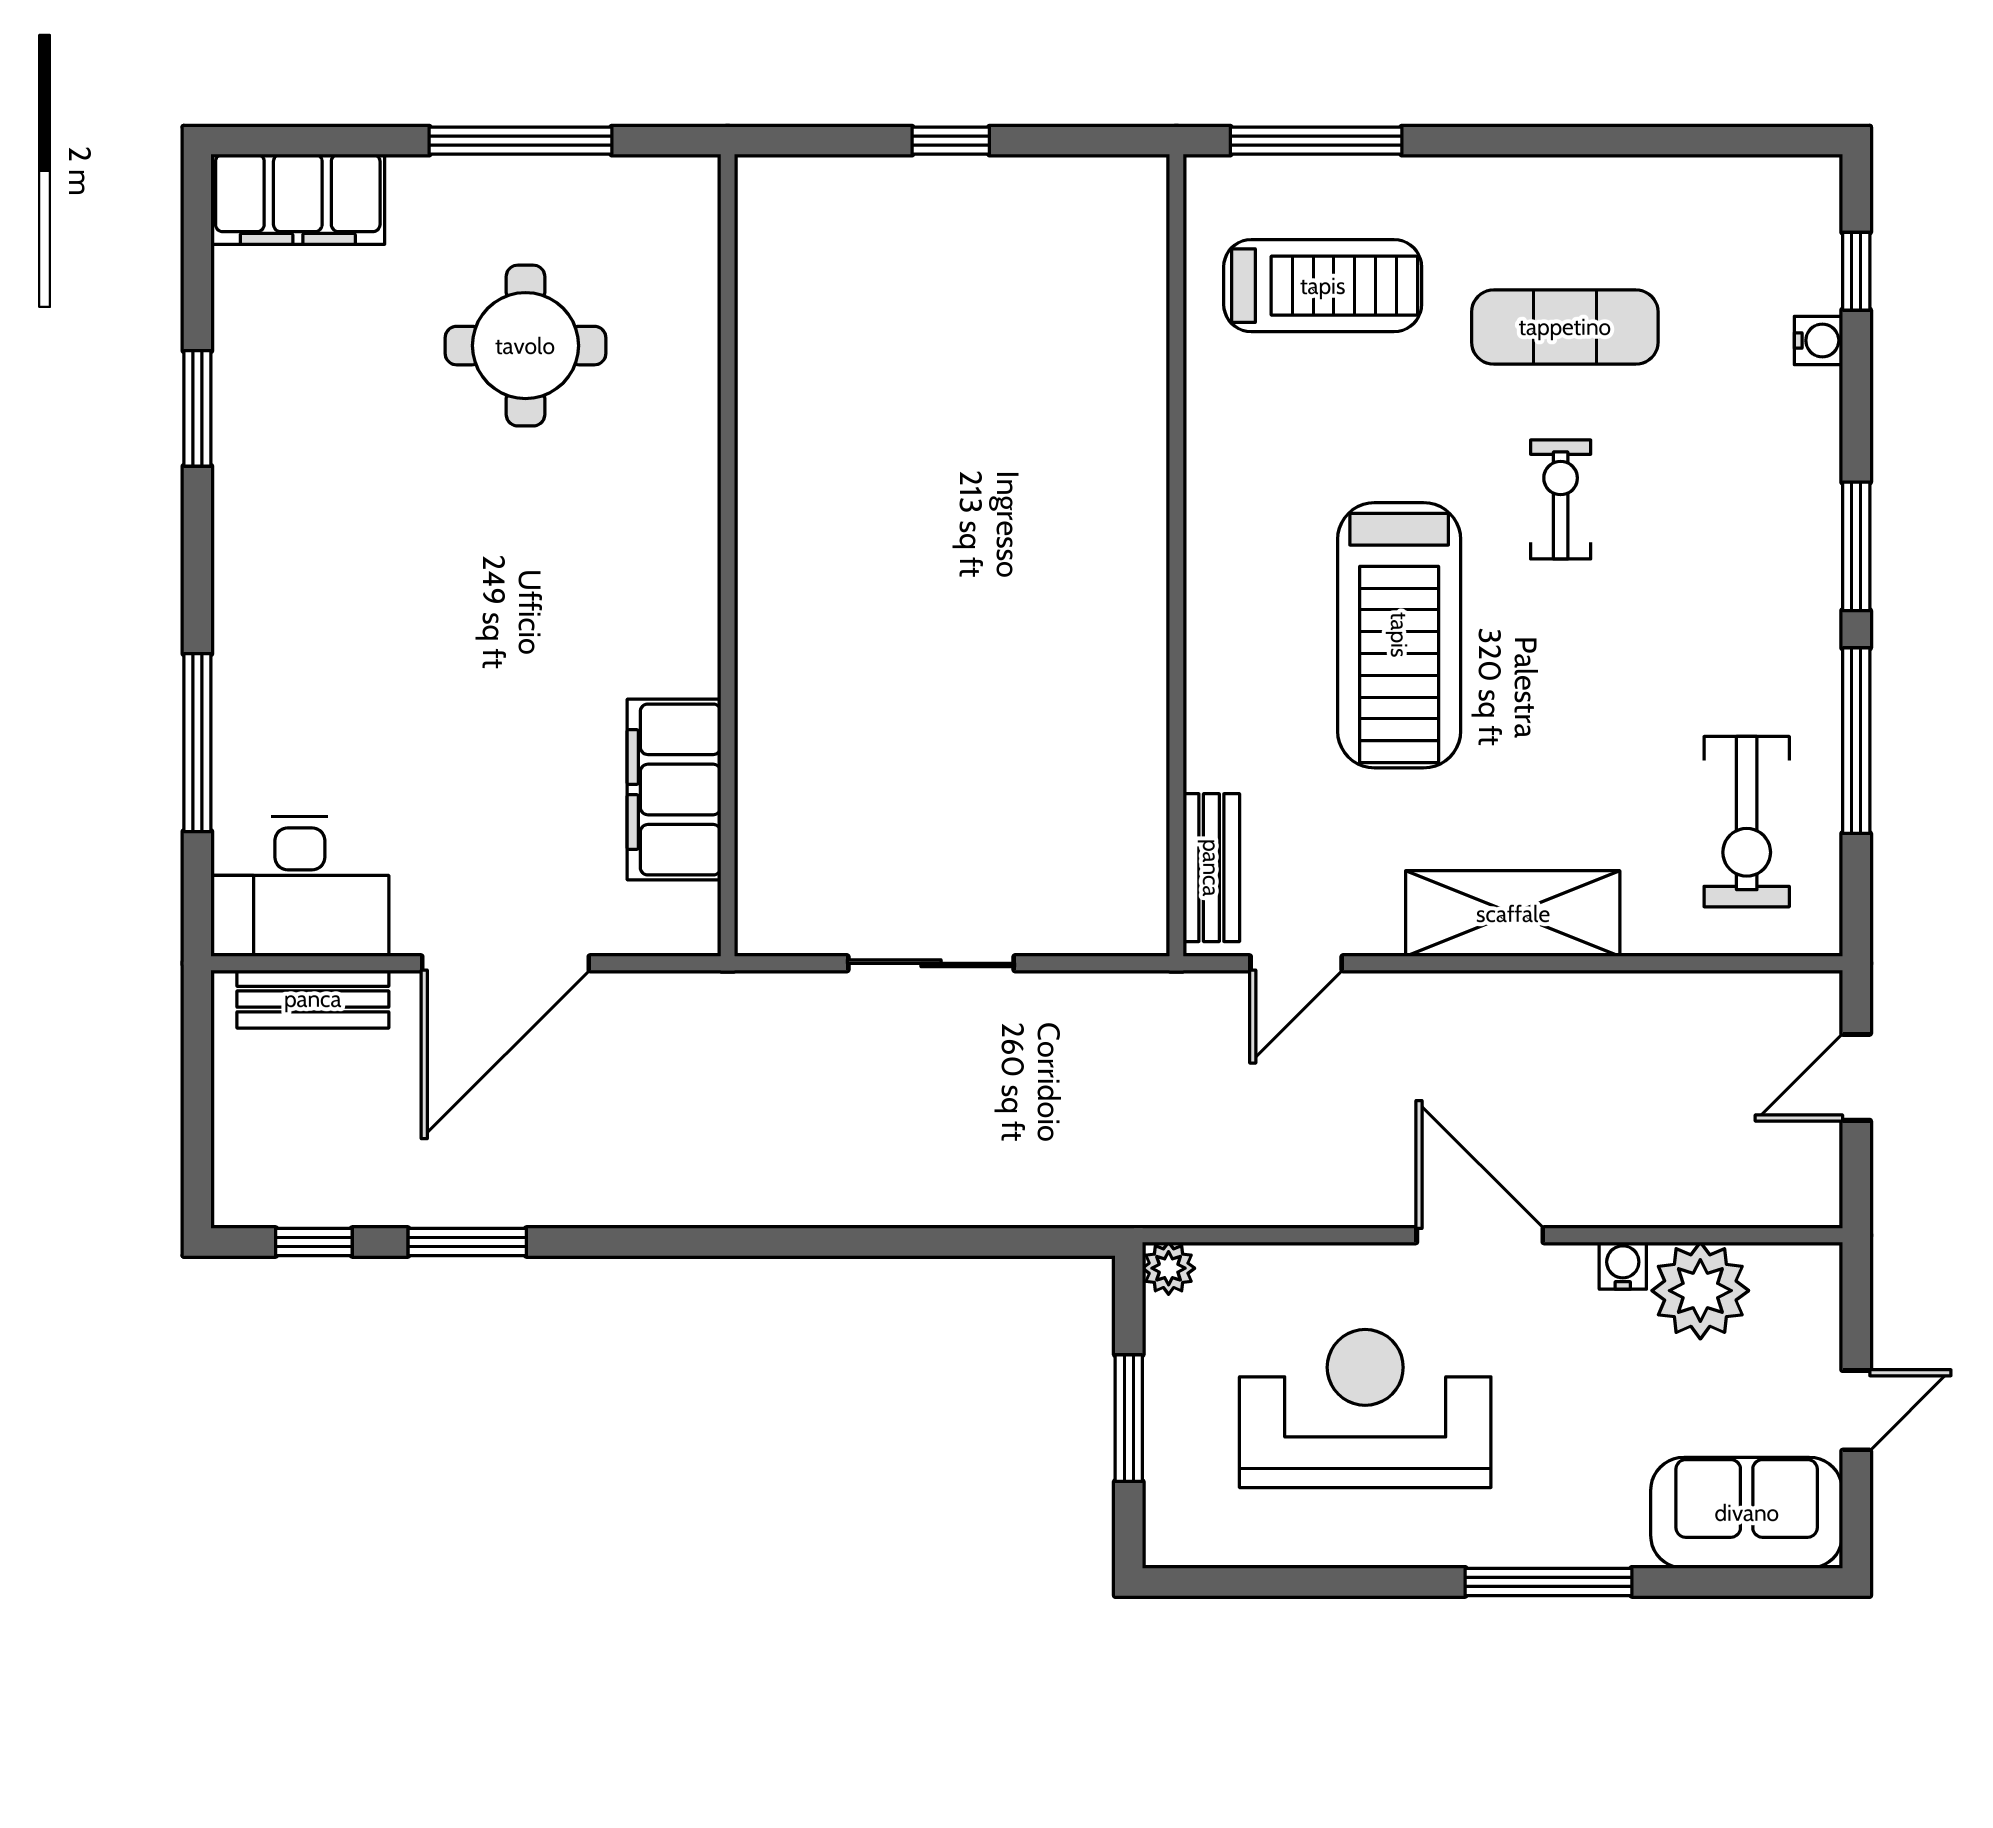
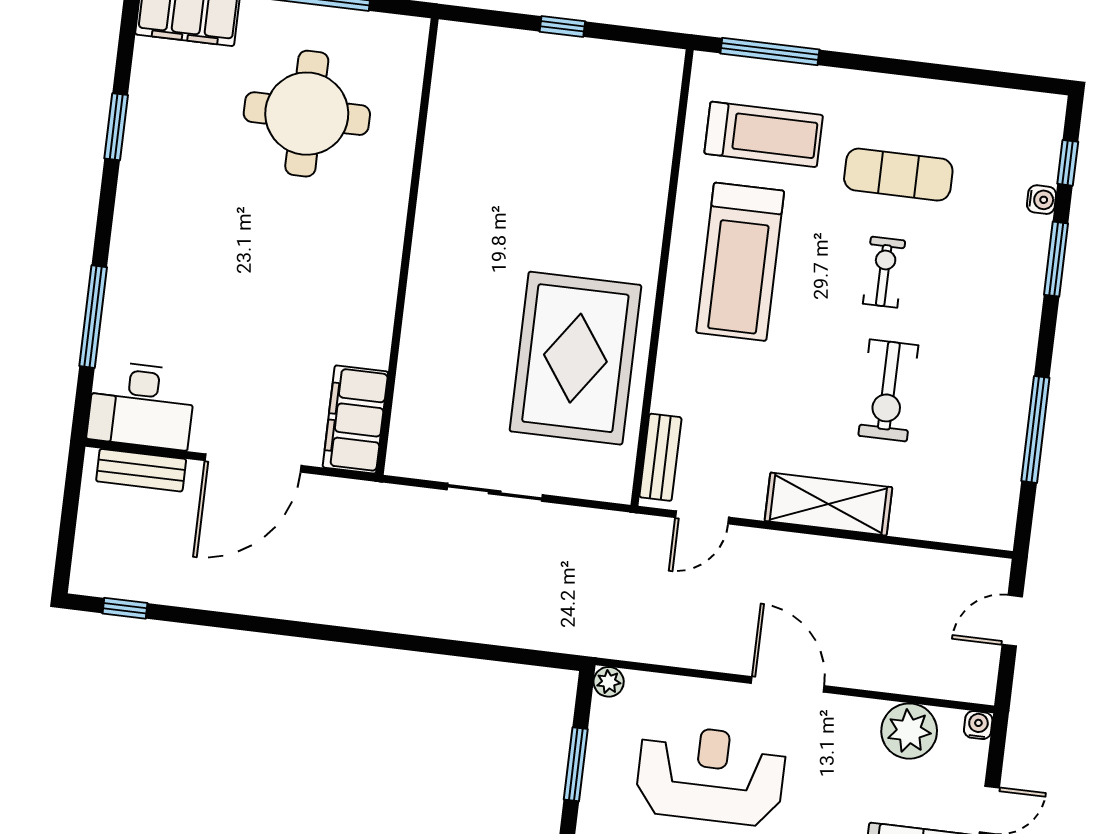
round table: (525, 346) -> (307, 114), width x1.36, depth x1.36
window: (1856, 546) -> (1056, 259), moved
treadmill: (1399, 635) -> (740, 262), moved
rug: (1043, 713) -> (575, 358), added
filing cabinet: (674, 790) -> (355, 419), moved
exercise bike: (1747, 822) -> (888, 391), moved
window: (467, 1242) -> (212, 619), removed
water cooler: (1623, 1266) -> (978, 725), moved

